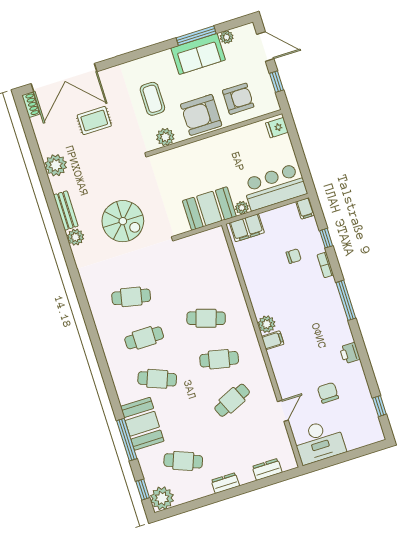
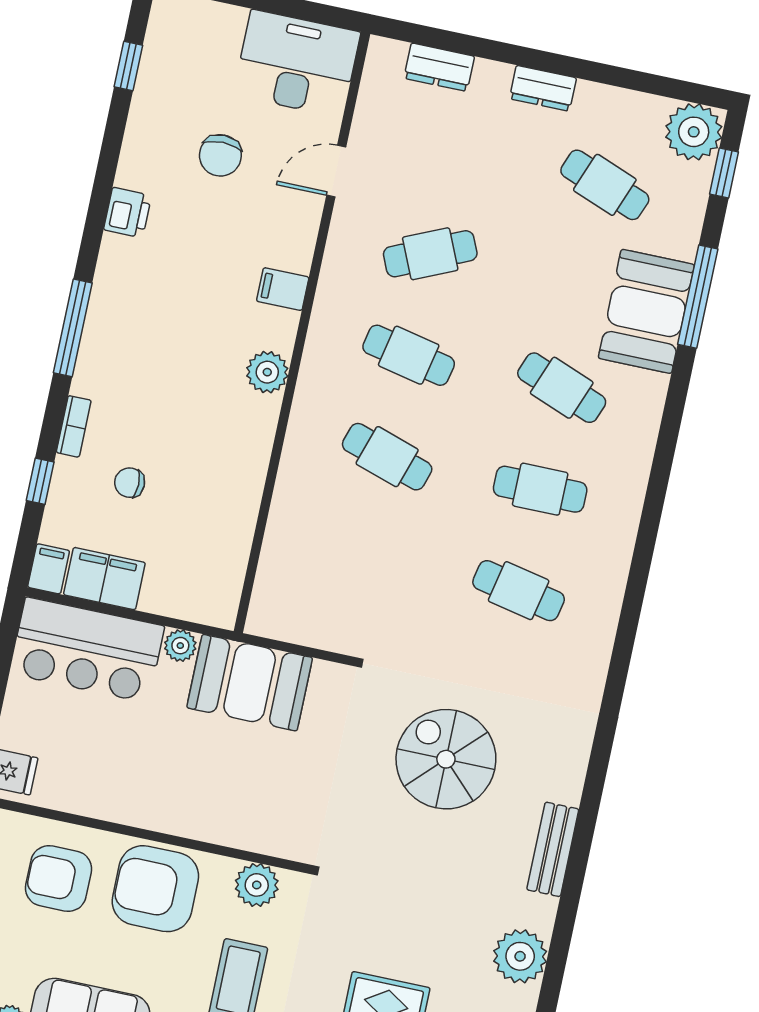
armchair: (201, 115) -> (155, 889), turned 180
filing cabinet: (247, 228) -> (104, 579), moved
plant: (76, 237) -> (564, 782), removed
filing cabinet: (273, 340) -> (283, 289), moved

